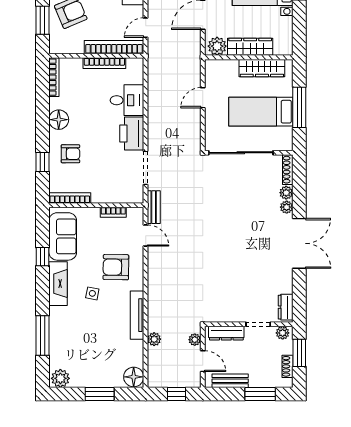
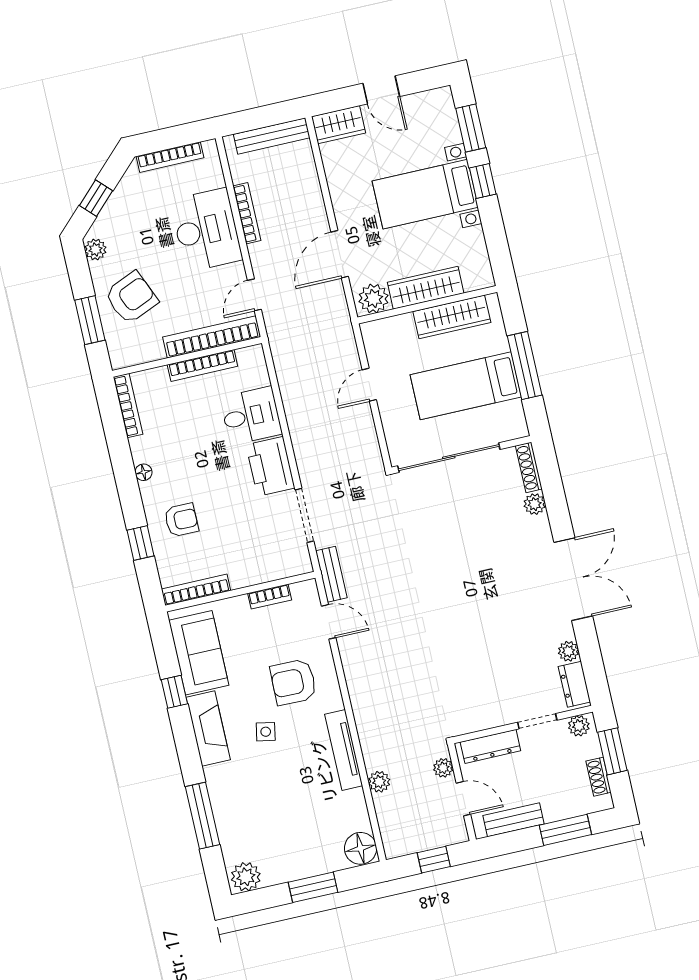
floor lamp: (59, 120) -> (144, 472), width x0.53, depth x0.53
plant: (287, 207) -> (568, 651), moved

